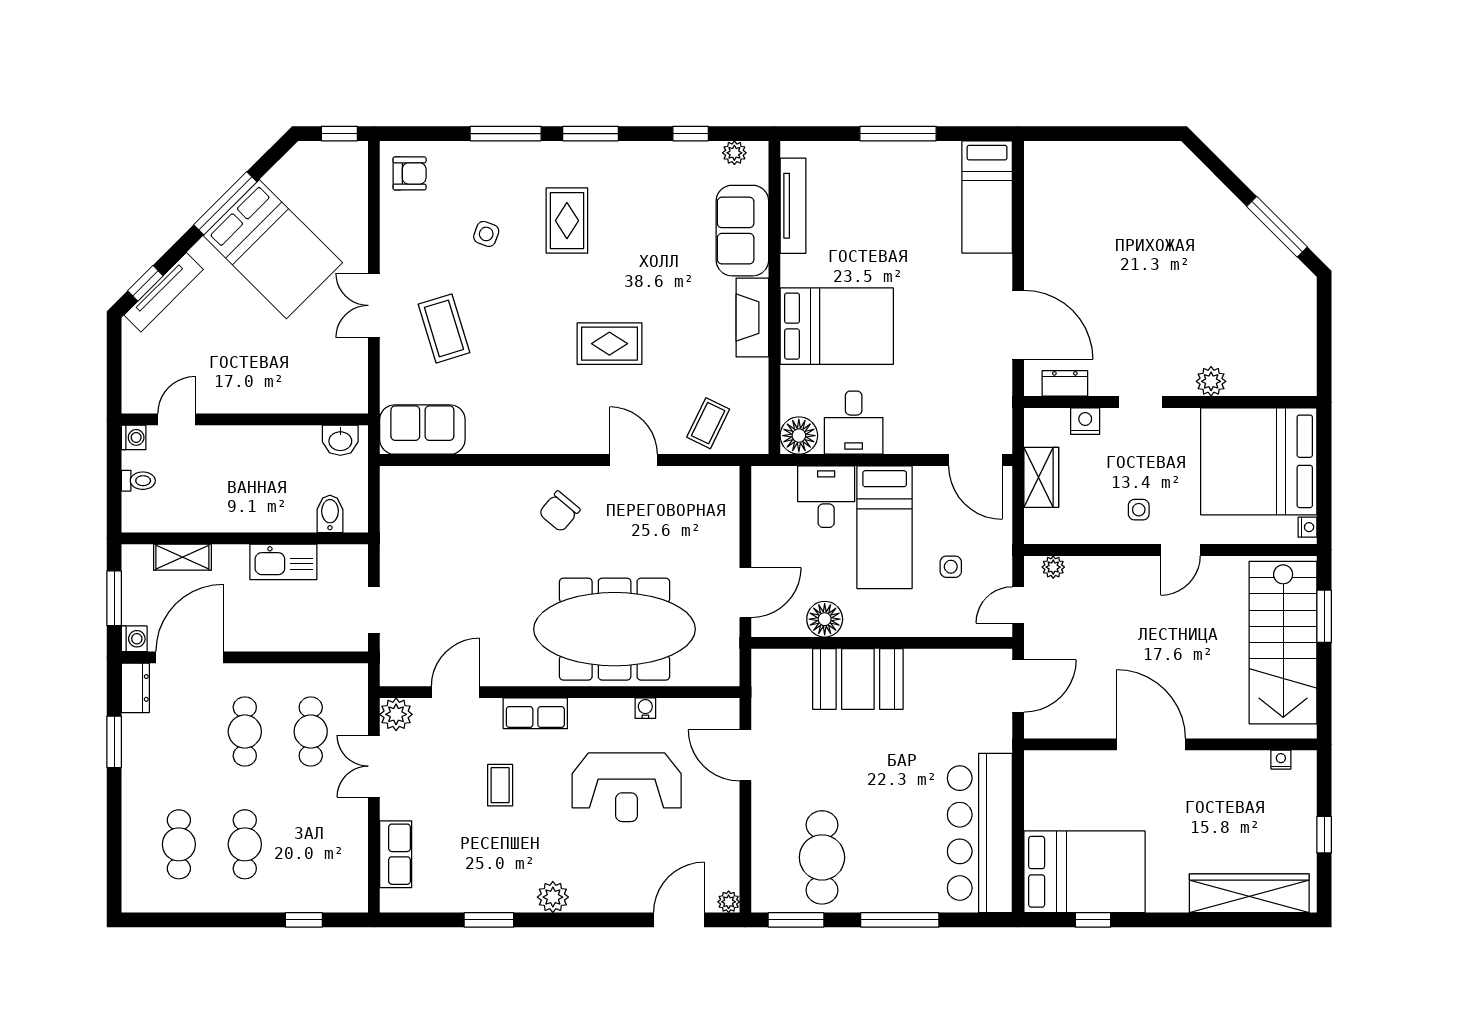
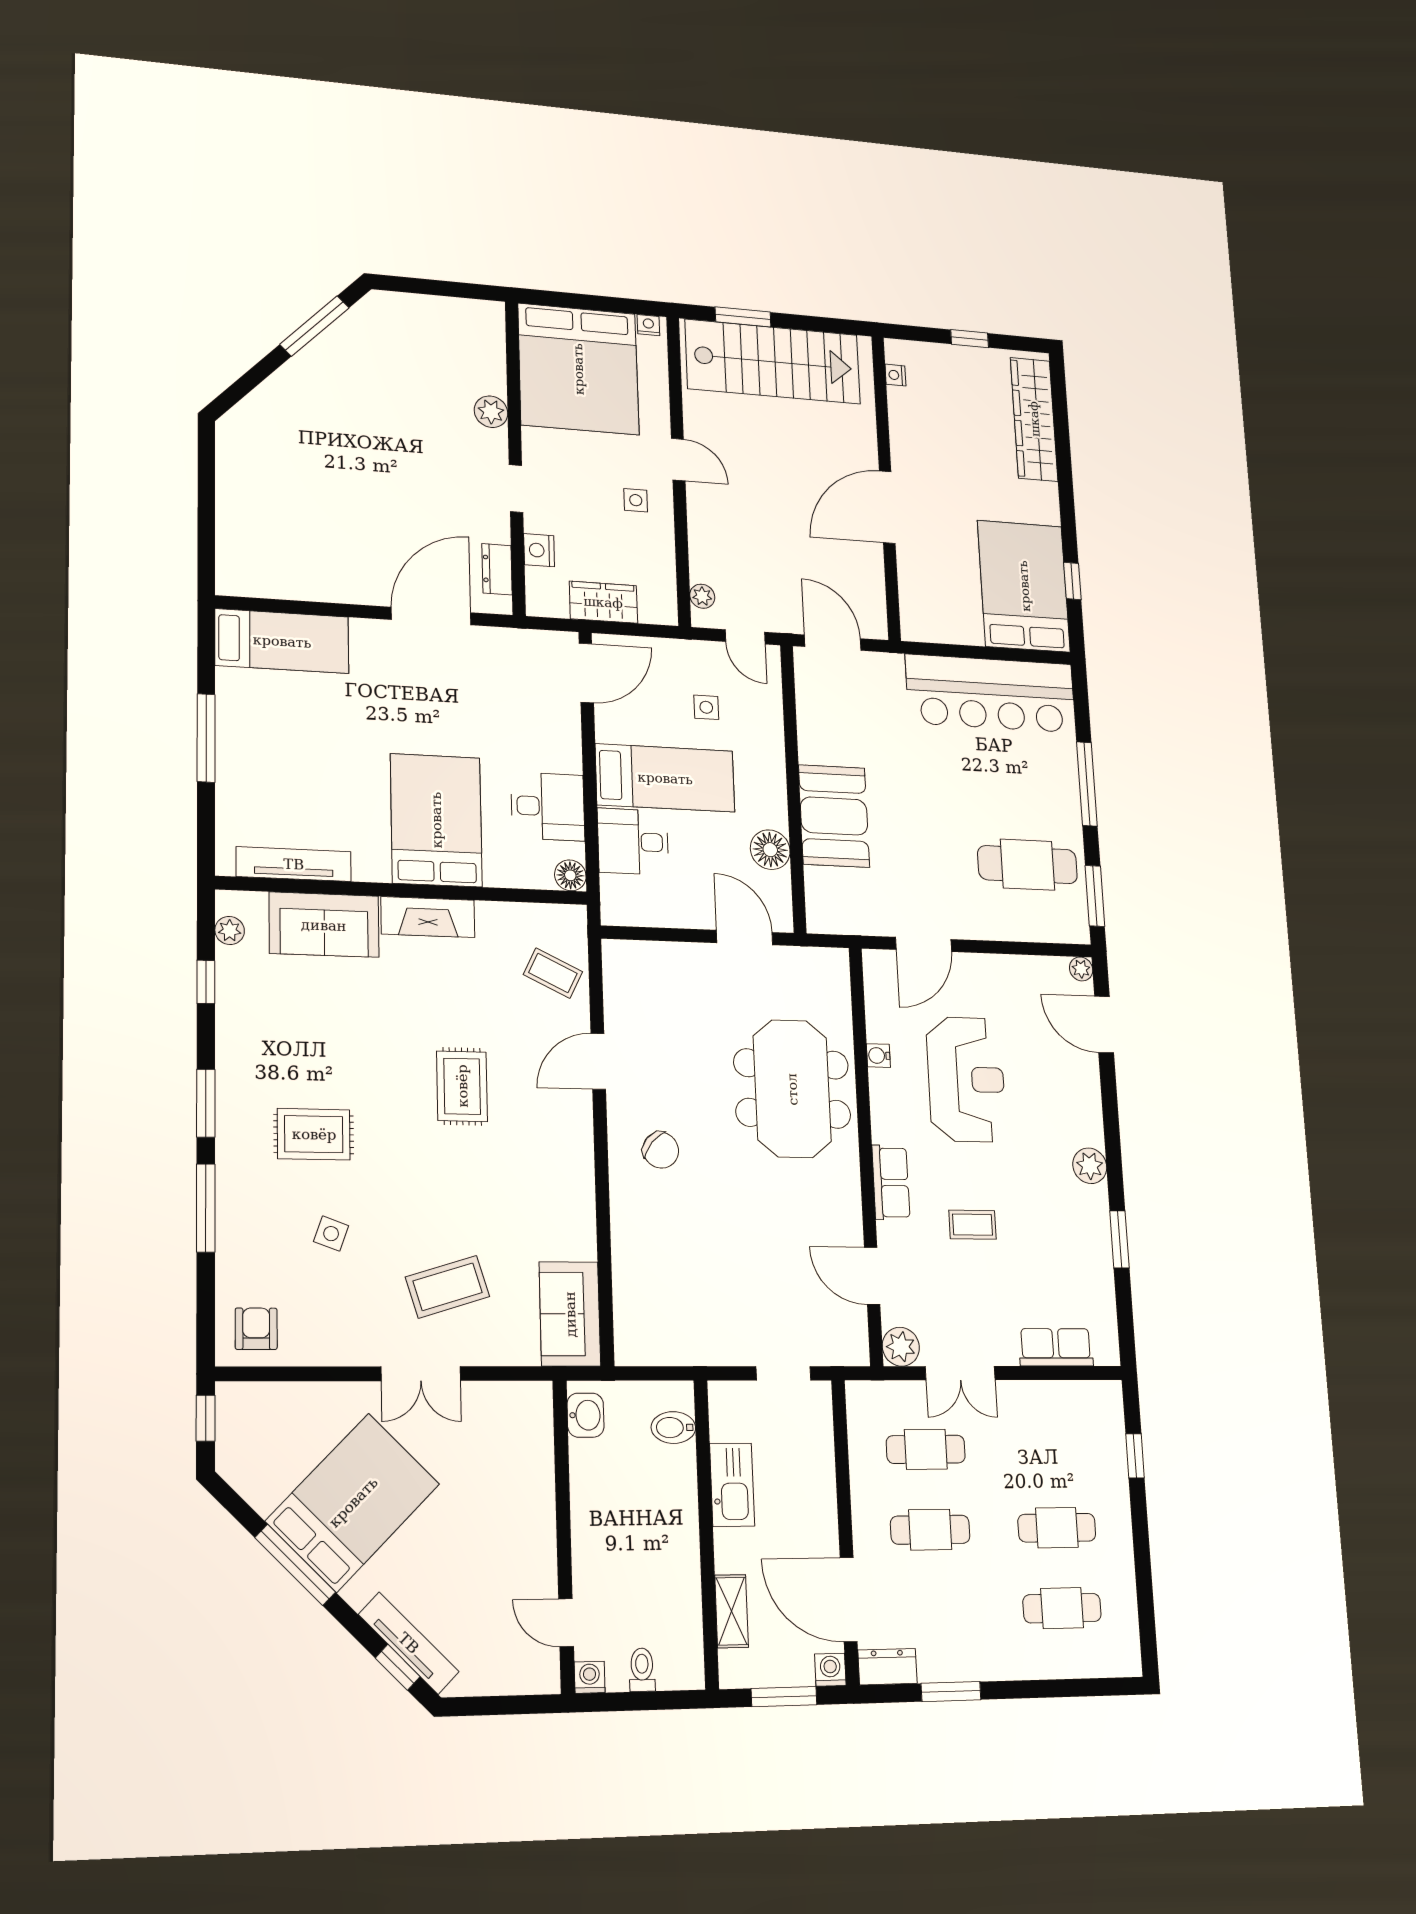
floor lamp: (799, 436) -> (570, 875), width x0.73, depth x0.73
meeting table: (615, 629) -> (792, 1089), width x0.73

